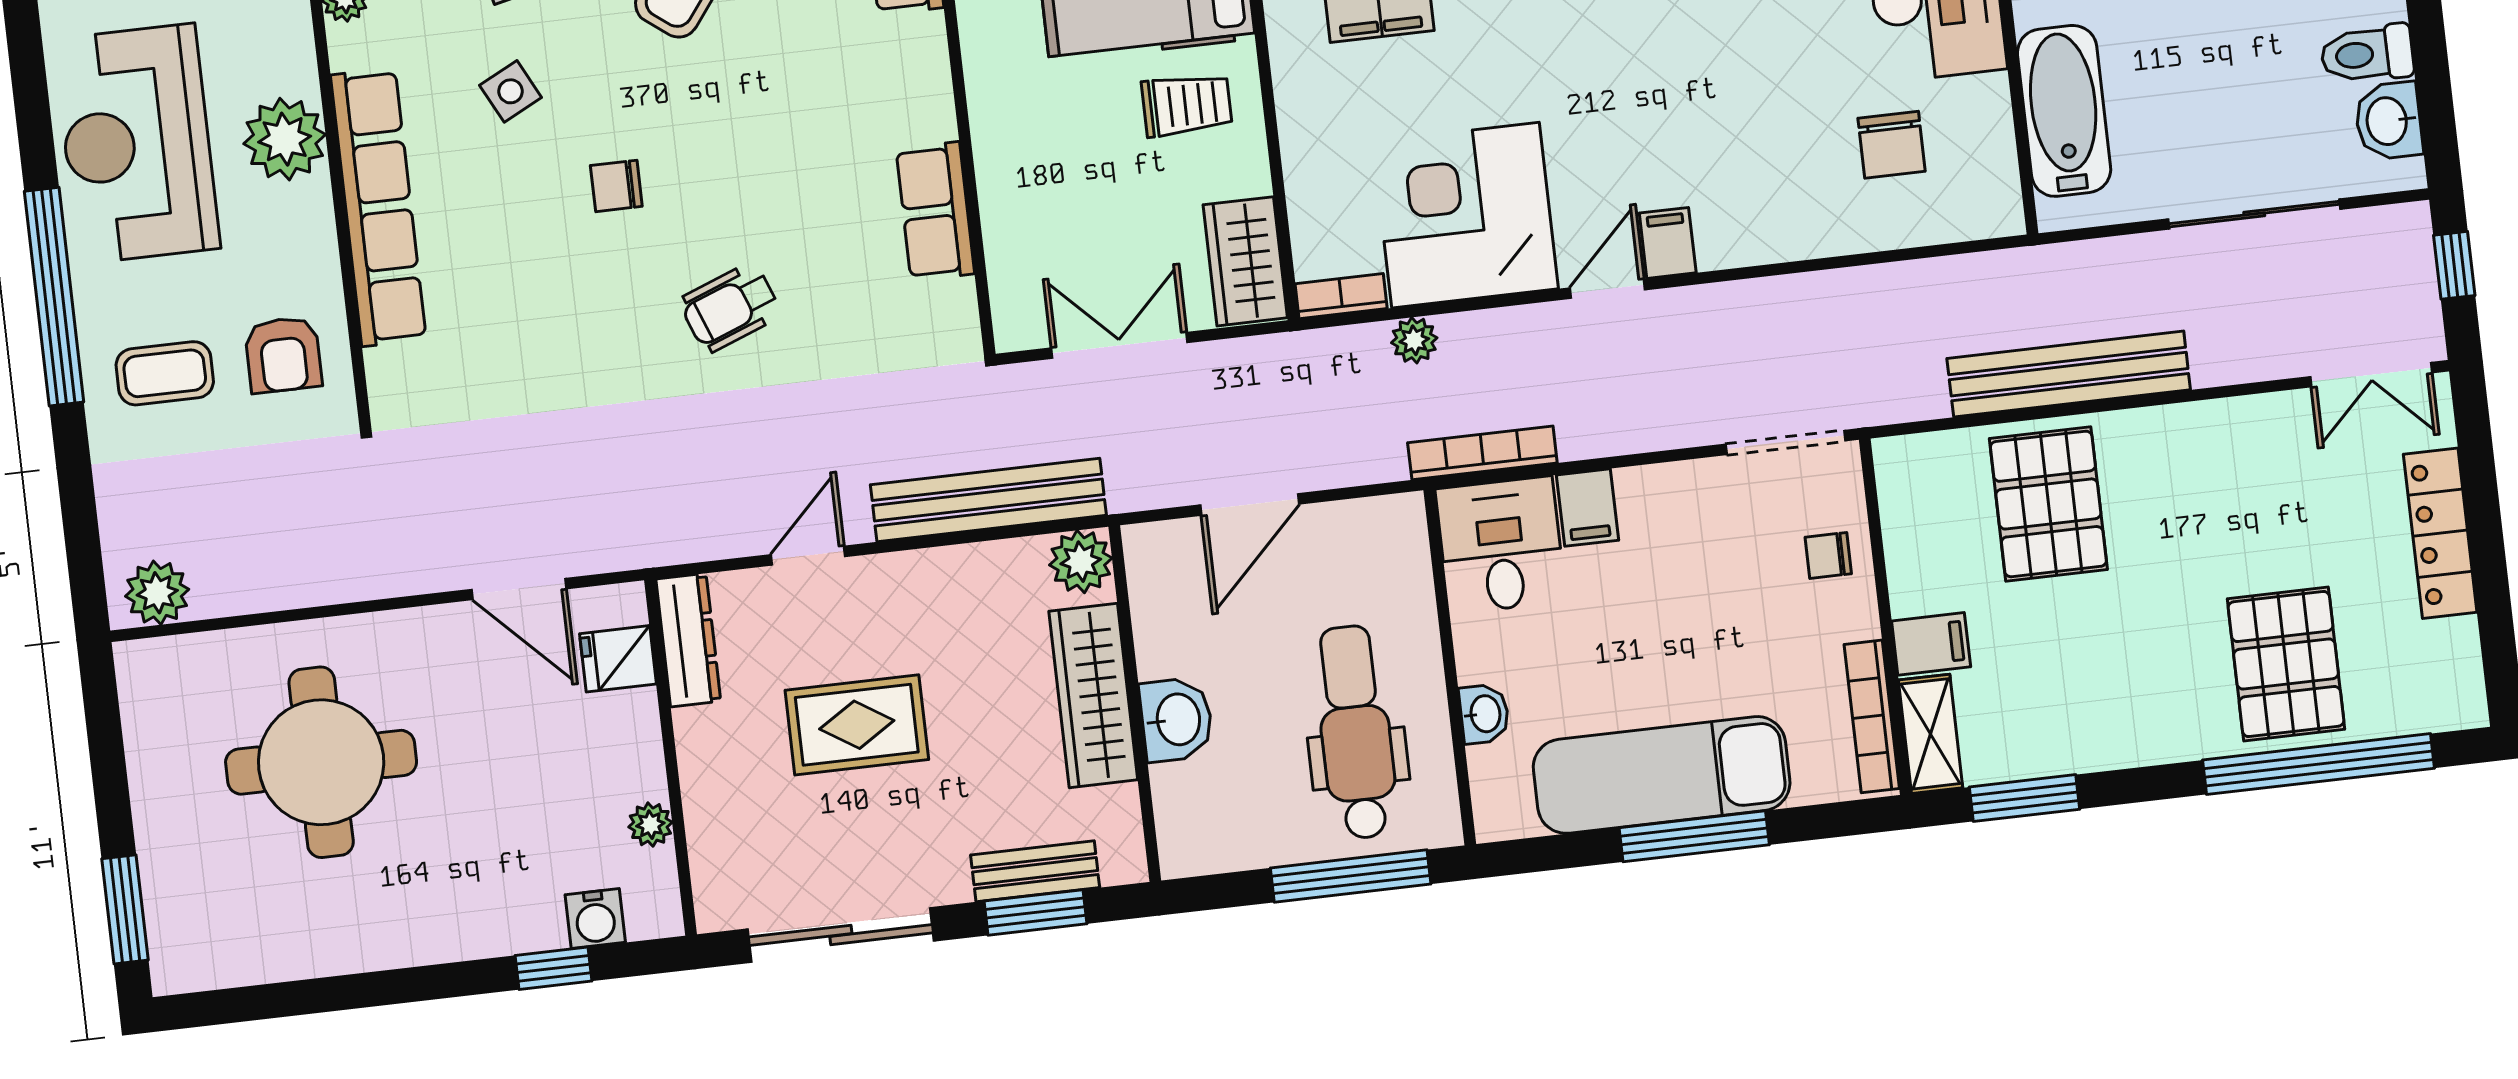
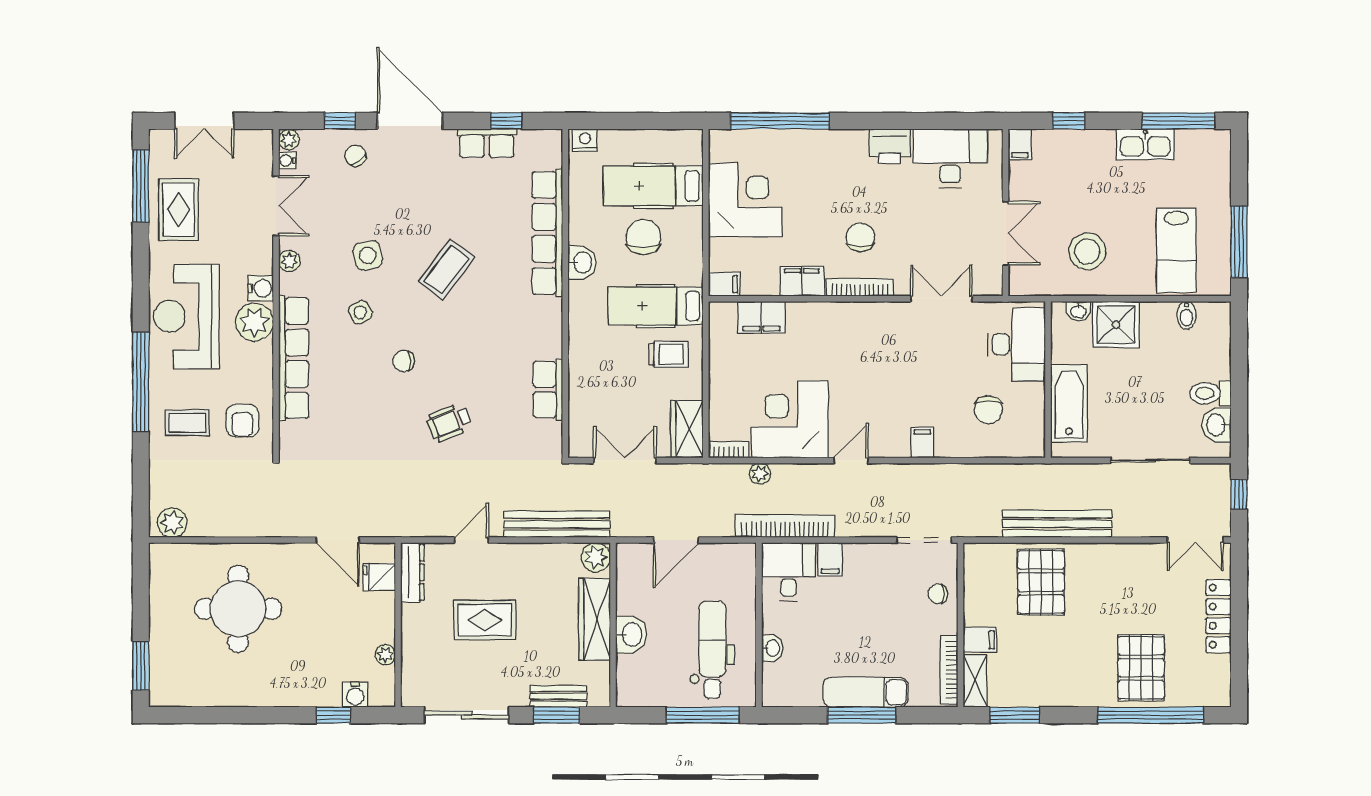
water cooler: (290, 65) -> (261, 288), added
filing cabinet: (1668, 243) -> (922, 443), moved
bookcase: (1482, 453) -> (785, 526), width x1.48, depth x1.31
exam couch: (1662, 775) -> (865, 692), width x0.73, depth x0.69

